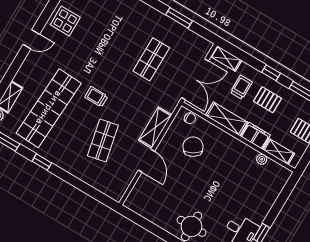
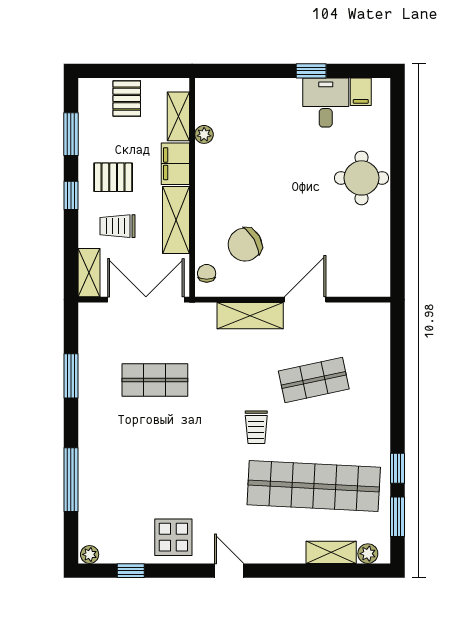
pallet: (267, 100) -> (113, 177), turned 90
window: (42, 162) -> (397, 468), moved

